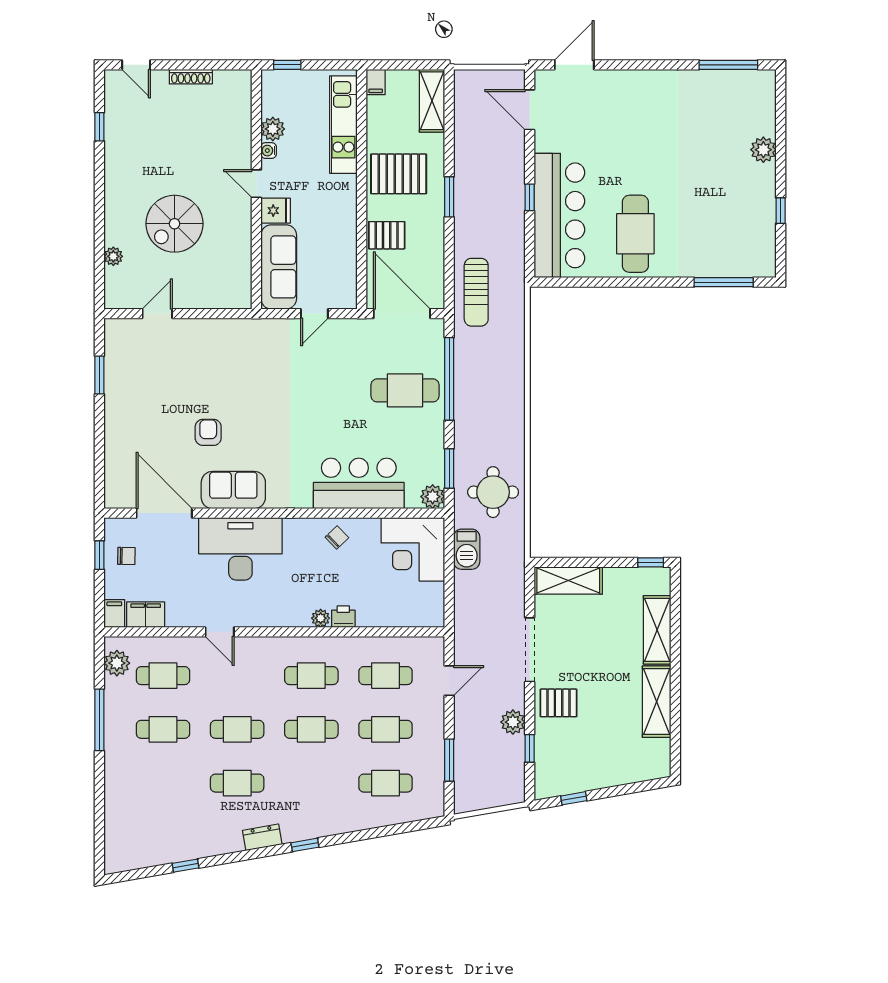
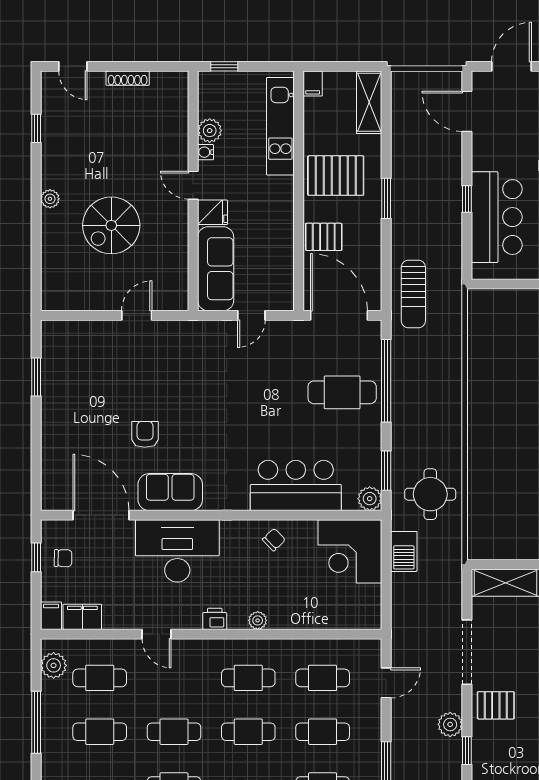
bar counter: (559, 215) -> (497, 217), width x0.73
plant: (113, 256) -> (50, 199), moved
door: (157, 314) -> (137, 315), moved
printer: (343, 617) -> (215, 619), moved

